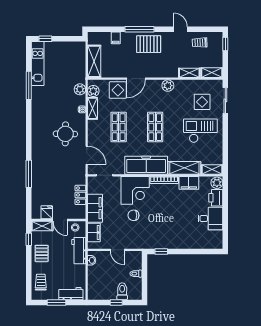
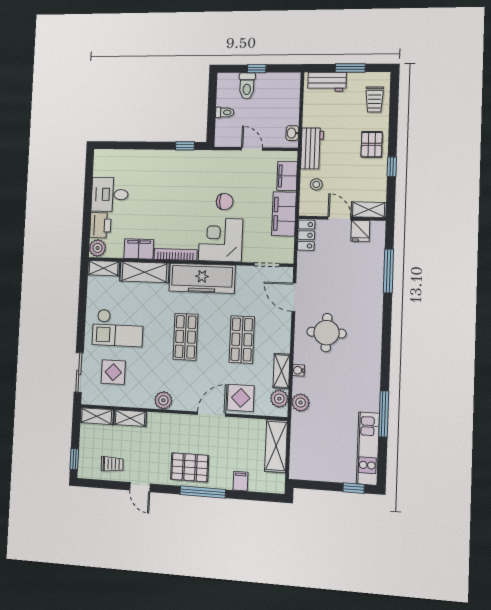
fridge: (47, 212) -> (360, 231), moved
wall: (58, 220) -> (342, 218), moved
door: (60, 220) -> (339, 218), moved
shelving: (42, 226) -> (369, 210), moved

